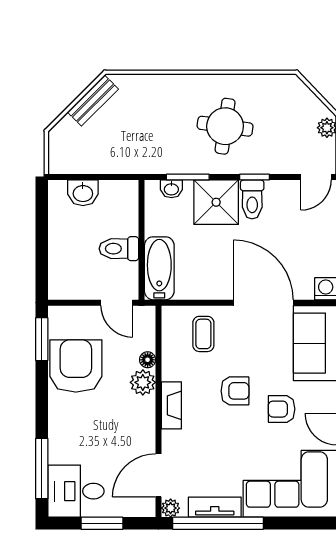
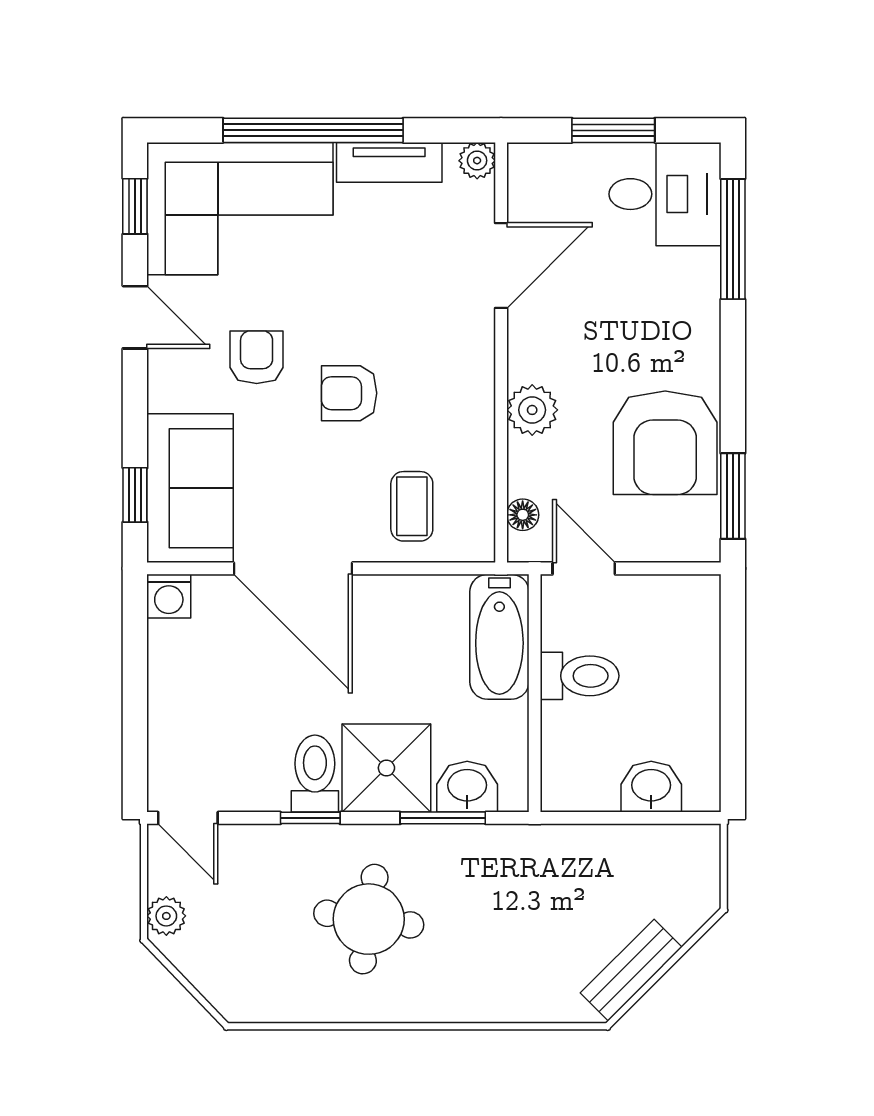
door: (316, 177) -> (188, 818), swing flipped
washbasin: (171, 189) -> (467, 787), width x1.38, depth x1.45
floor lamp: (148, 360) -> (523, 515), moved
fireplace: (171, 405) -> (475, 364), removed
armchair: (282, 409) -> (257, 357), turned -90
door: (158, 475) -> (501, 265), moved
window: (218, 523) -> (313, 130), moved

